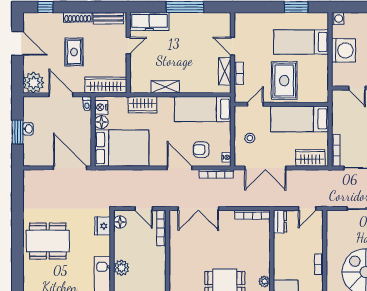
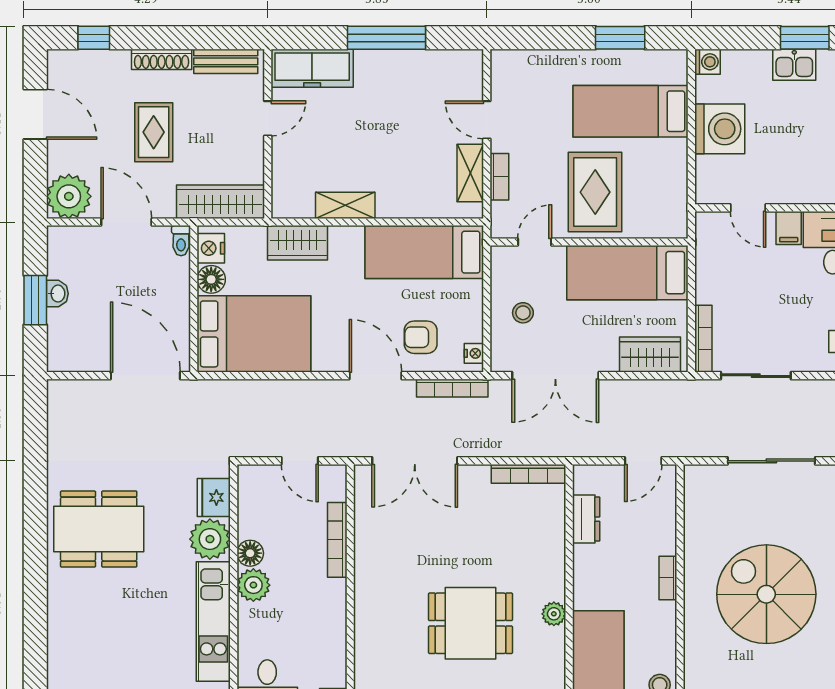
floor lamp: (120, 222) -> (250, 553), moved
dresser: (280, 222) -> (586, 519), moved
bookcase: (161, 228) -> (337, 540), moved
plant: (101, 246) -> (210, 539), added

